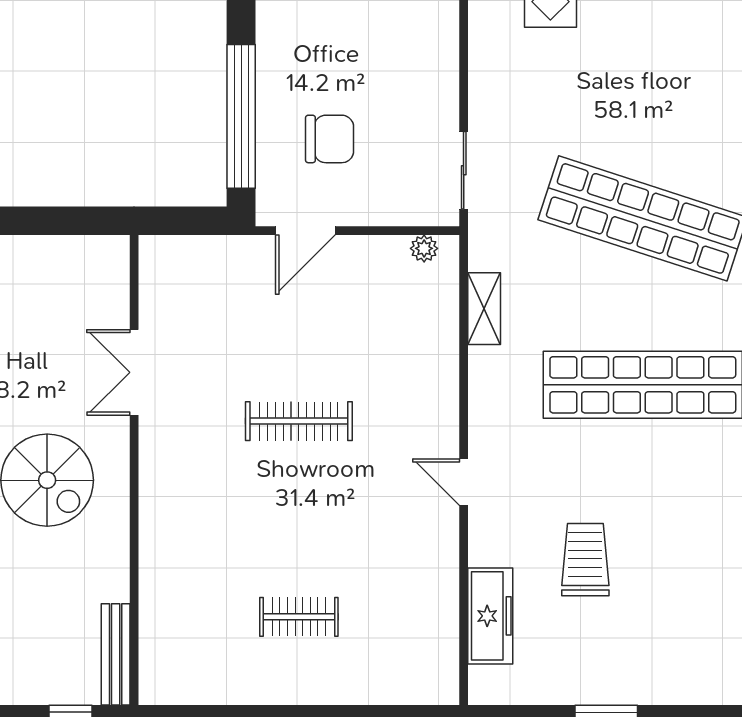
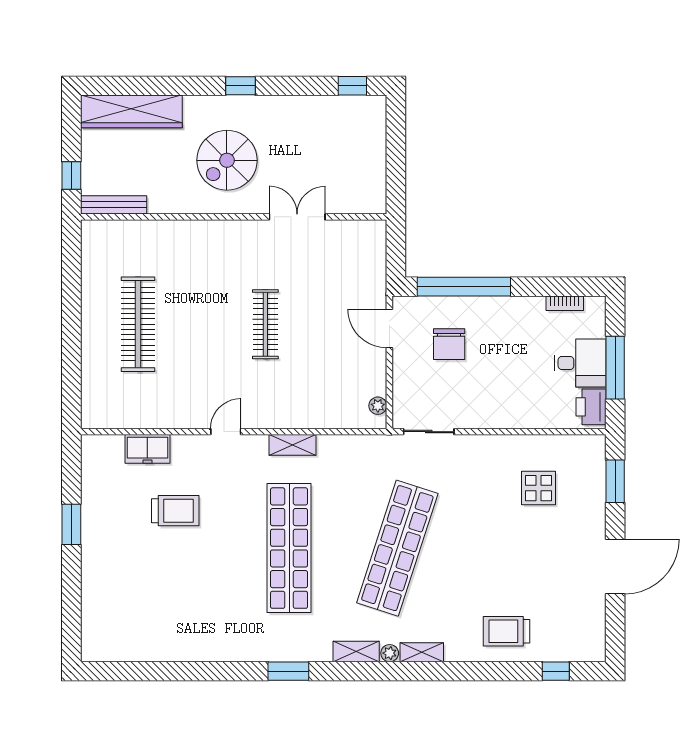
shelving: (484, 309) -> (293, 445), moved
freezer: (490, 616) -> (147, 449), width x0.71
clothes rail: (299, 617) -> (138, 324), width x1.86, depth x1.31

